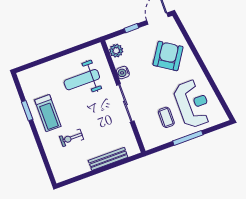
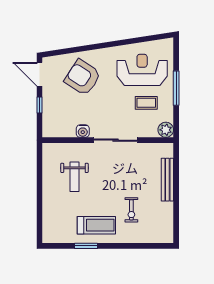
plant: (116, 51) -> (166, 130), moved
weight bench: (82, 80) -> (74, 177), width x0.73, depth x0.75

